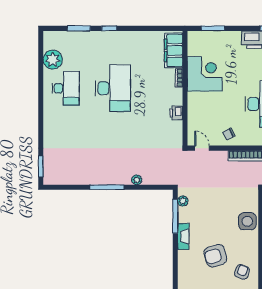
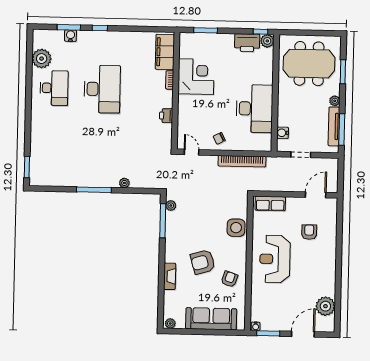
water cooler: (81, 37) -> (70, 36), added
fireplace: (183, 236) -> (170, 276), moved

